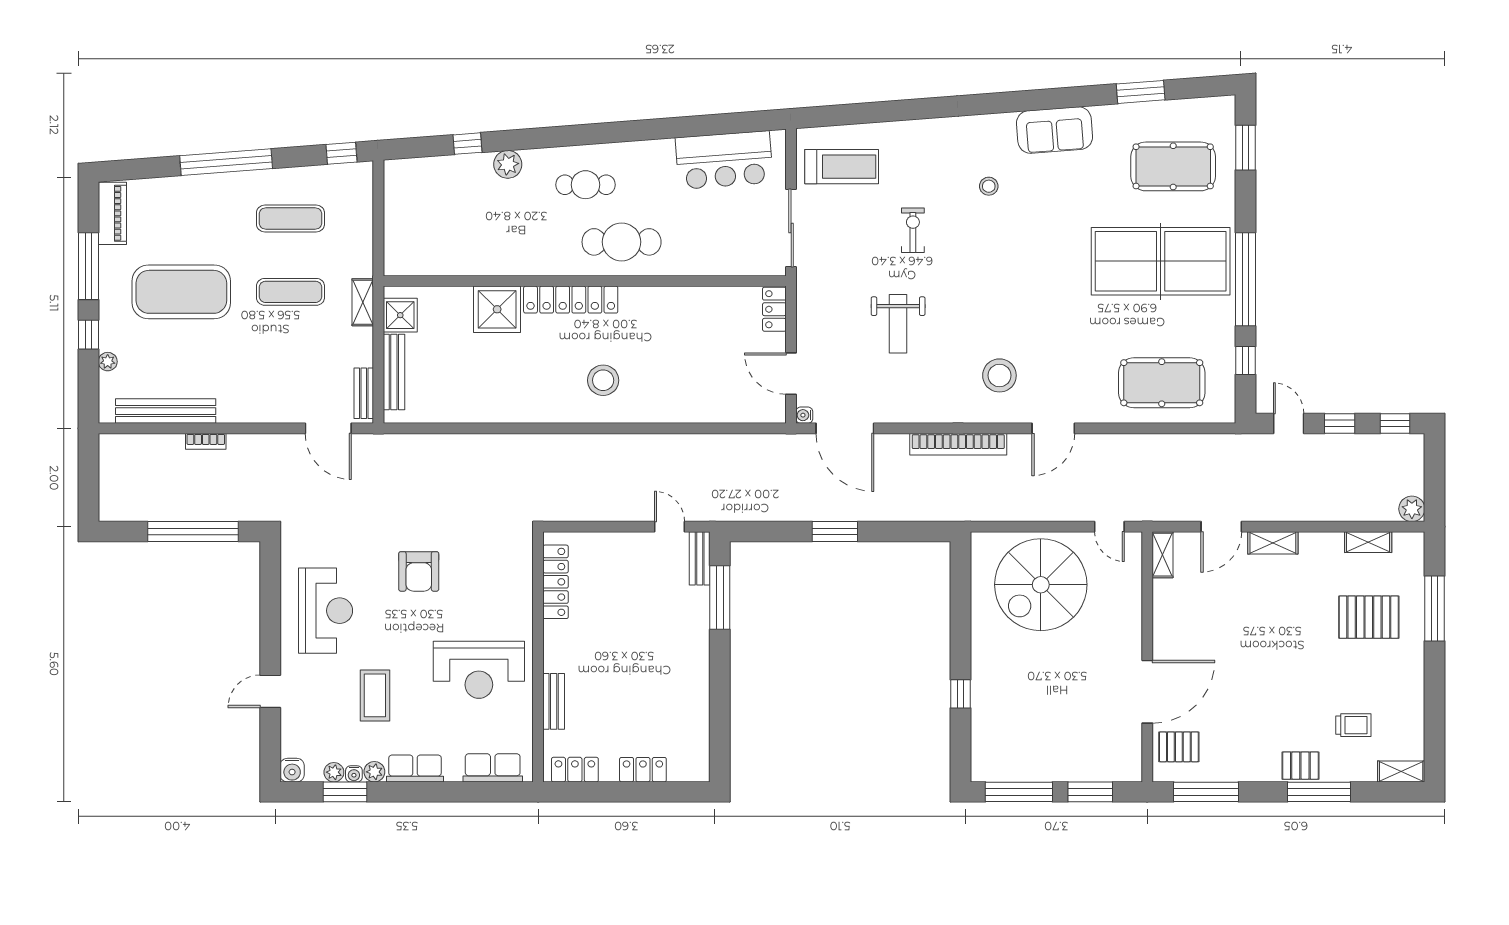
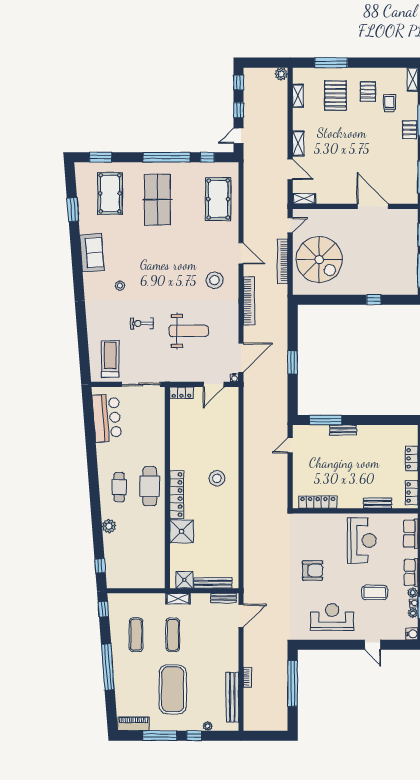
window: (467, 144) -> (100, 566), moved
cafe table: (622, 242) -> (150, 486), moved
table tennis table: (1161, 261) -> (157, 200), width x0.73, depth x0.76
weight bench: (898, 324) -> (189, 331), width x1.36, depth x1.33
bookcase: (1037, 512) -> (283, 261), added
bench: (700, 558) -> (343, 430), moved
pallet: (1179, 747) -> (368, 92), moved

